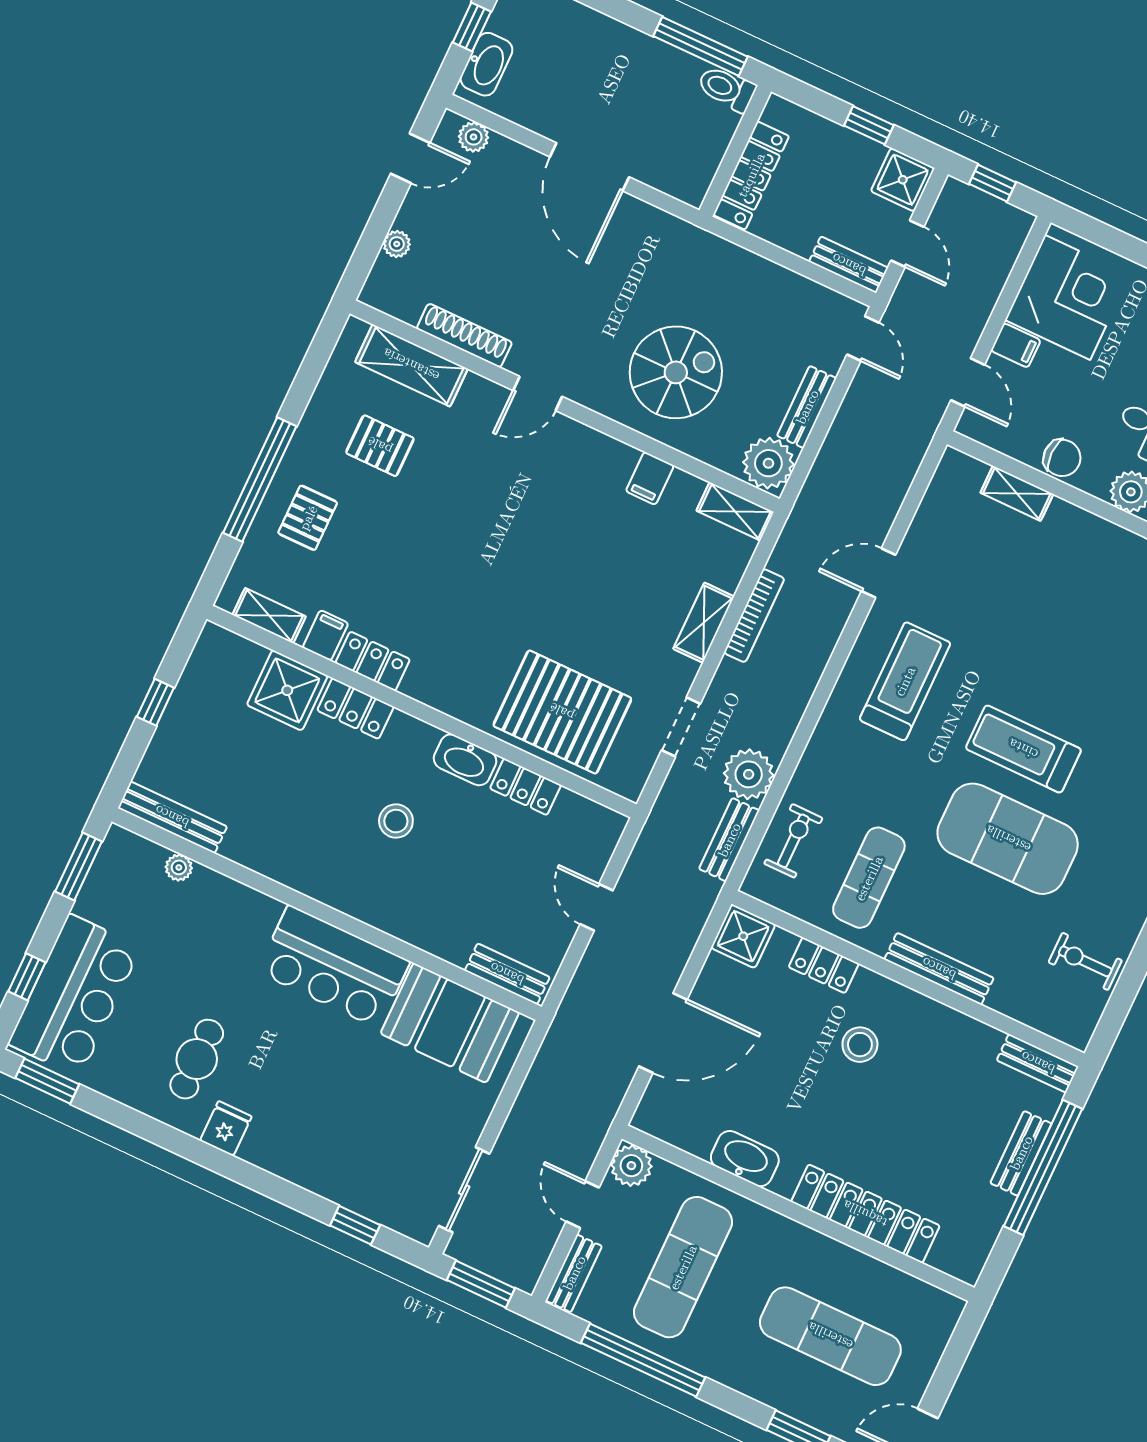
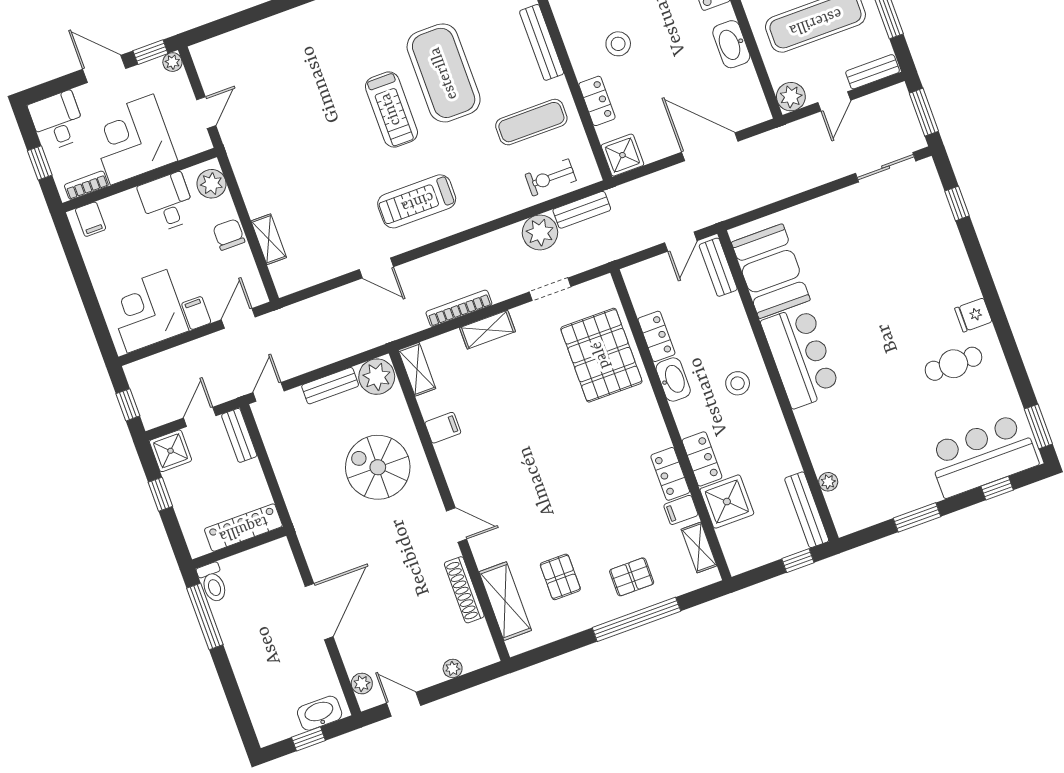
bench: (172, 817) -> (807, 510), moved
plant: (179, 867) -> (828, 482), moved
wall: (327, 914) -> (778, 386), moved
bar counter: (334, 967) -> (801, 356), moved
bench: (507, 974) -> (718, 267), moved
booth: (450, 1023) -> (771, 271), moved

